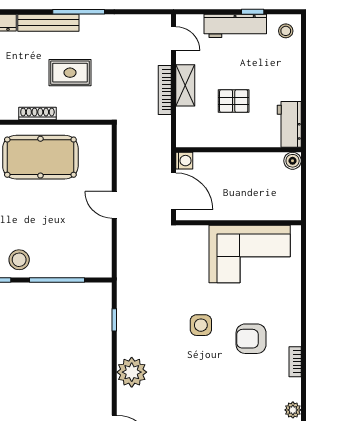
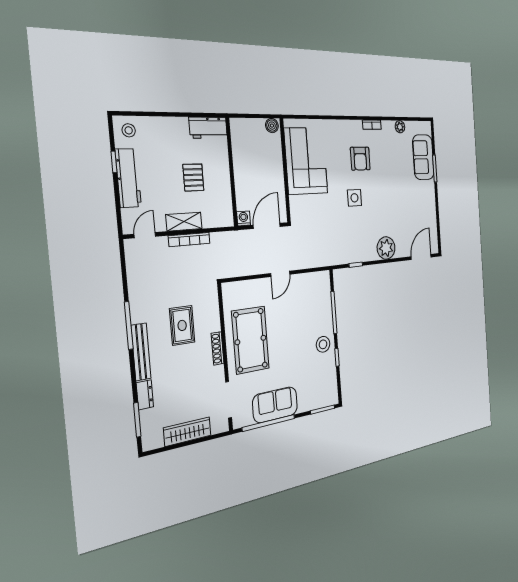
boiler: (293, 161) -> (272, 126), moved

